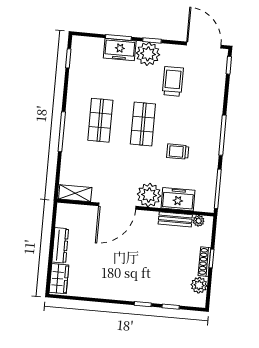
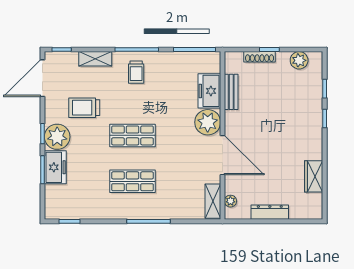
shelving: (217, 96) -> (95, 59), added
trolley: (178, 152) -> (136, 72), moved
plant: (199, 221) -> (230, 201), moved
shoe rack: (204, 262) -> (260, 57), moved
wardrobe: (59, 279) -> (314, 176), moved, turned -90

